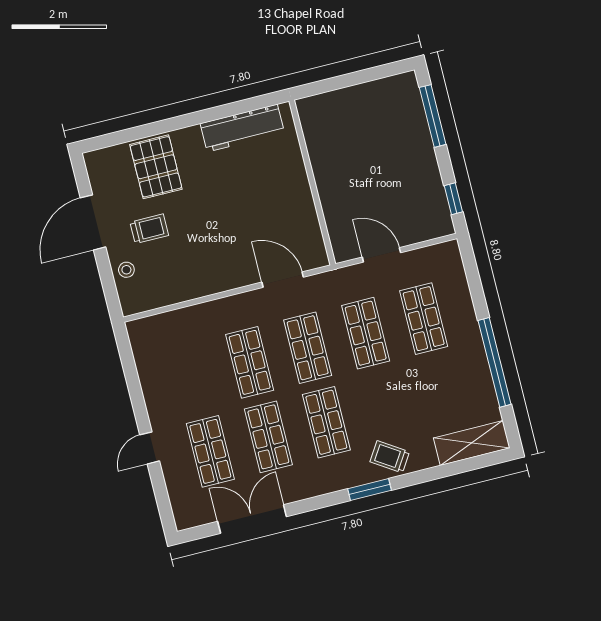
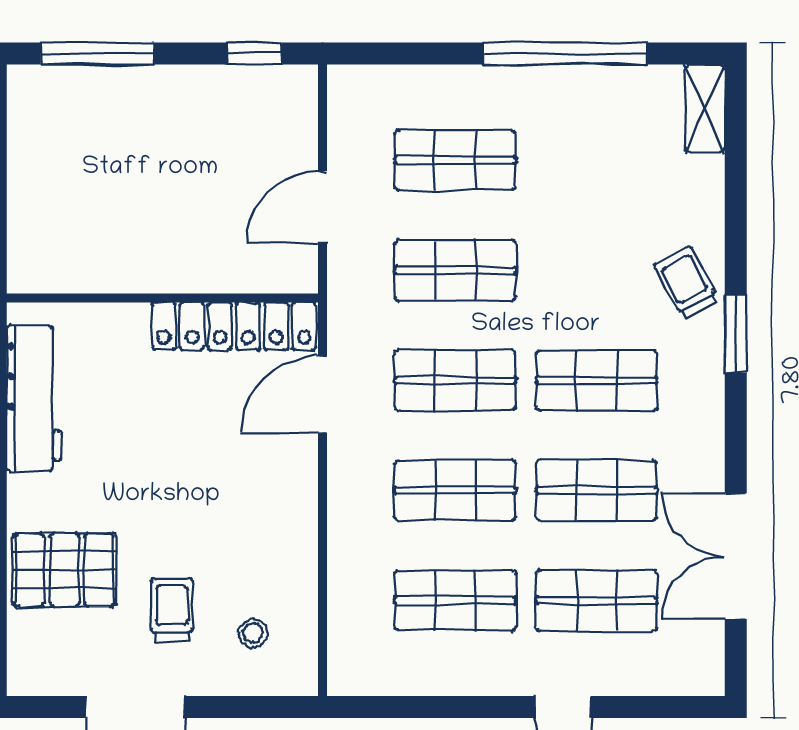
locker: (307, 224) -> (234, 326), added
stool: (126, 270) -> (253, 633), moved
shop shelf: (192, 377) -> (455, 600), added
shelving: (472, 443) -> (705, 108), width x0.67, depth x0.75
trolley: (390, 457) -> (686, 283), turned 118

